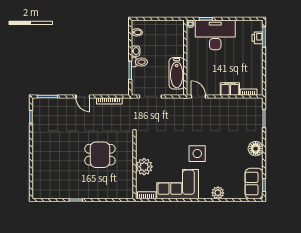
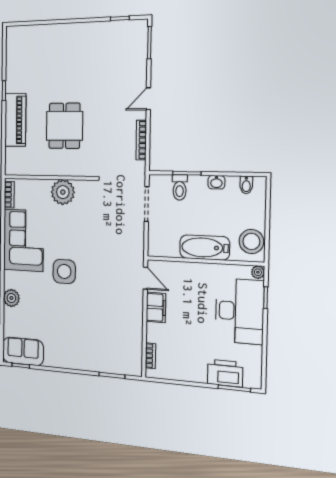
stool: (172, 28) -> (251, 241), added
printer: (258, 38) -> (225, 373), width x1.87, depth x1.48
toilet: (139, 62) -> (180, 188), moved
bathtub: (177, 73) -> (205, 247), moved
filing cabinet: (230, 89) -> (156, 307), moved
door: (198, 96) -> (145, 278), hinge flipped
floor lamp: (256, 149) -> (70, 358), removed
plant: (144, 167) -> (63, 192), moved
piano: (96, 191) -> (15, 120), added

